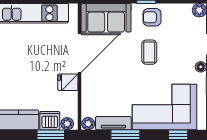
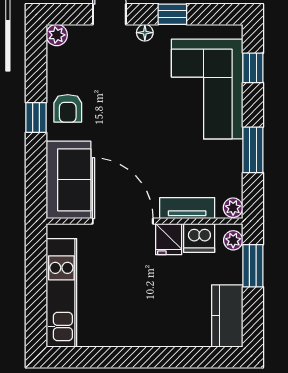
coffee table: (149, 52) -> (122, 113), removed
dishwasher: (50, 121) -> (199, 238), moved, turned -90
tv unit: (113, 123) -> (187, 208), moved, turned 90

